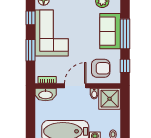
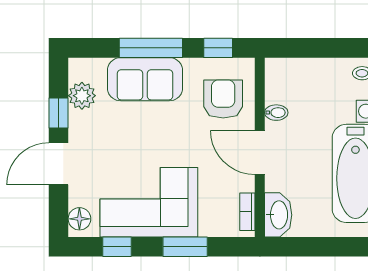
shower: (110, 99) -> (287, 80), removed

